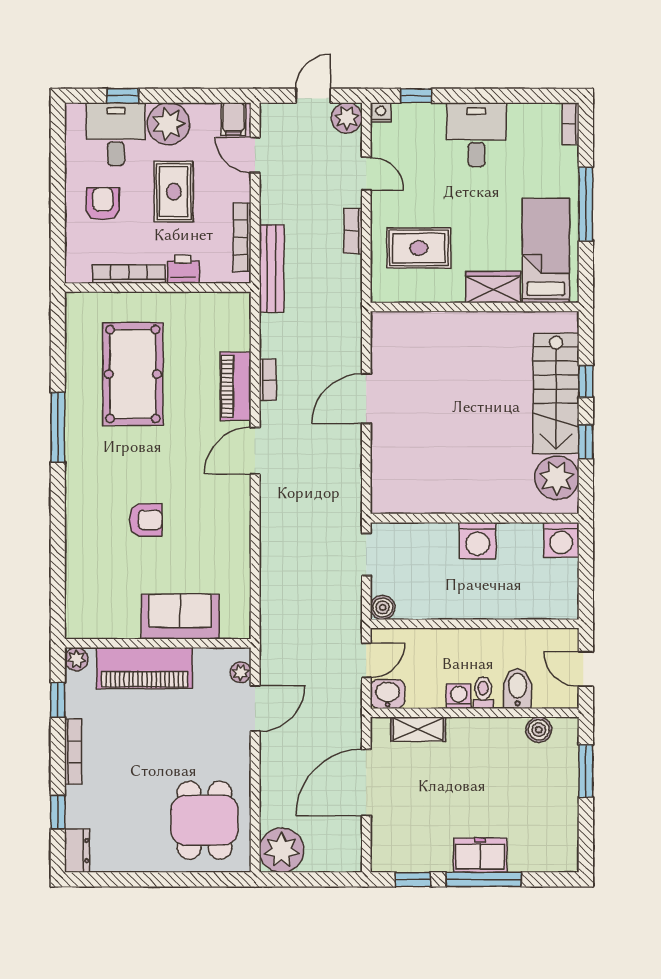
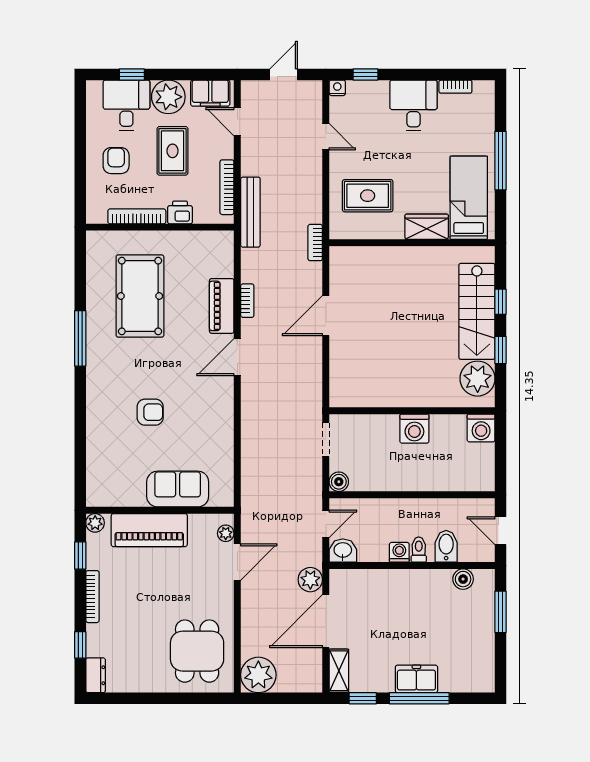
plant: (347, 118) -> (310, 580), moved
filing cabinet: (233, 119) -> (210, 93), width x2.00
bookcase: (571, 124) -> (455, 87), moved, turned -90
bookcase: (353, 231) -> (315, 243), moved
shelving: (418, 729) -> (339, 671), moved, turned 90

